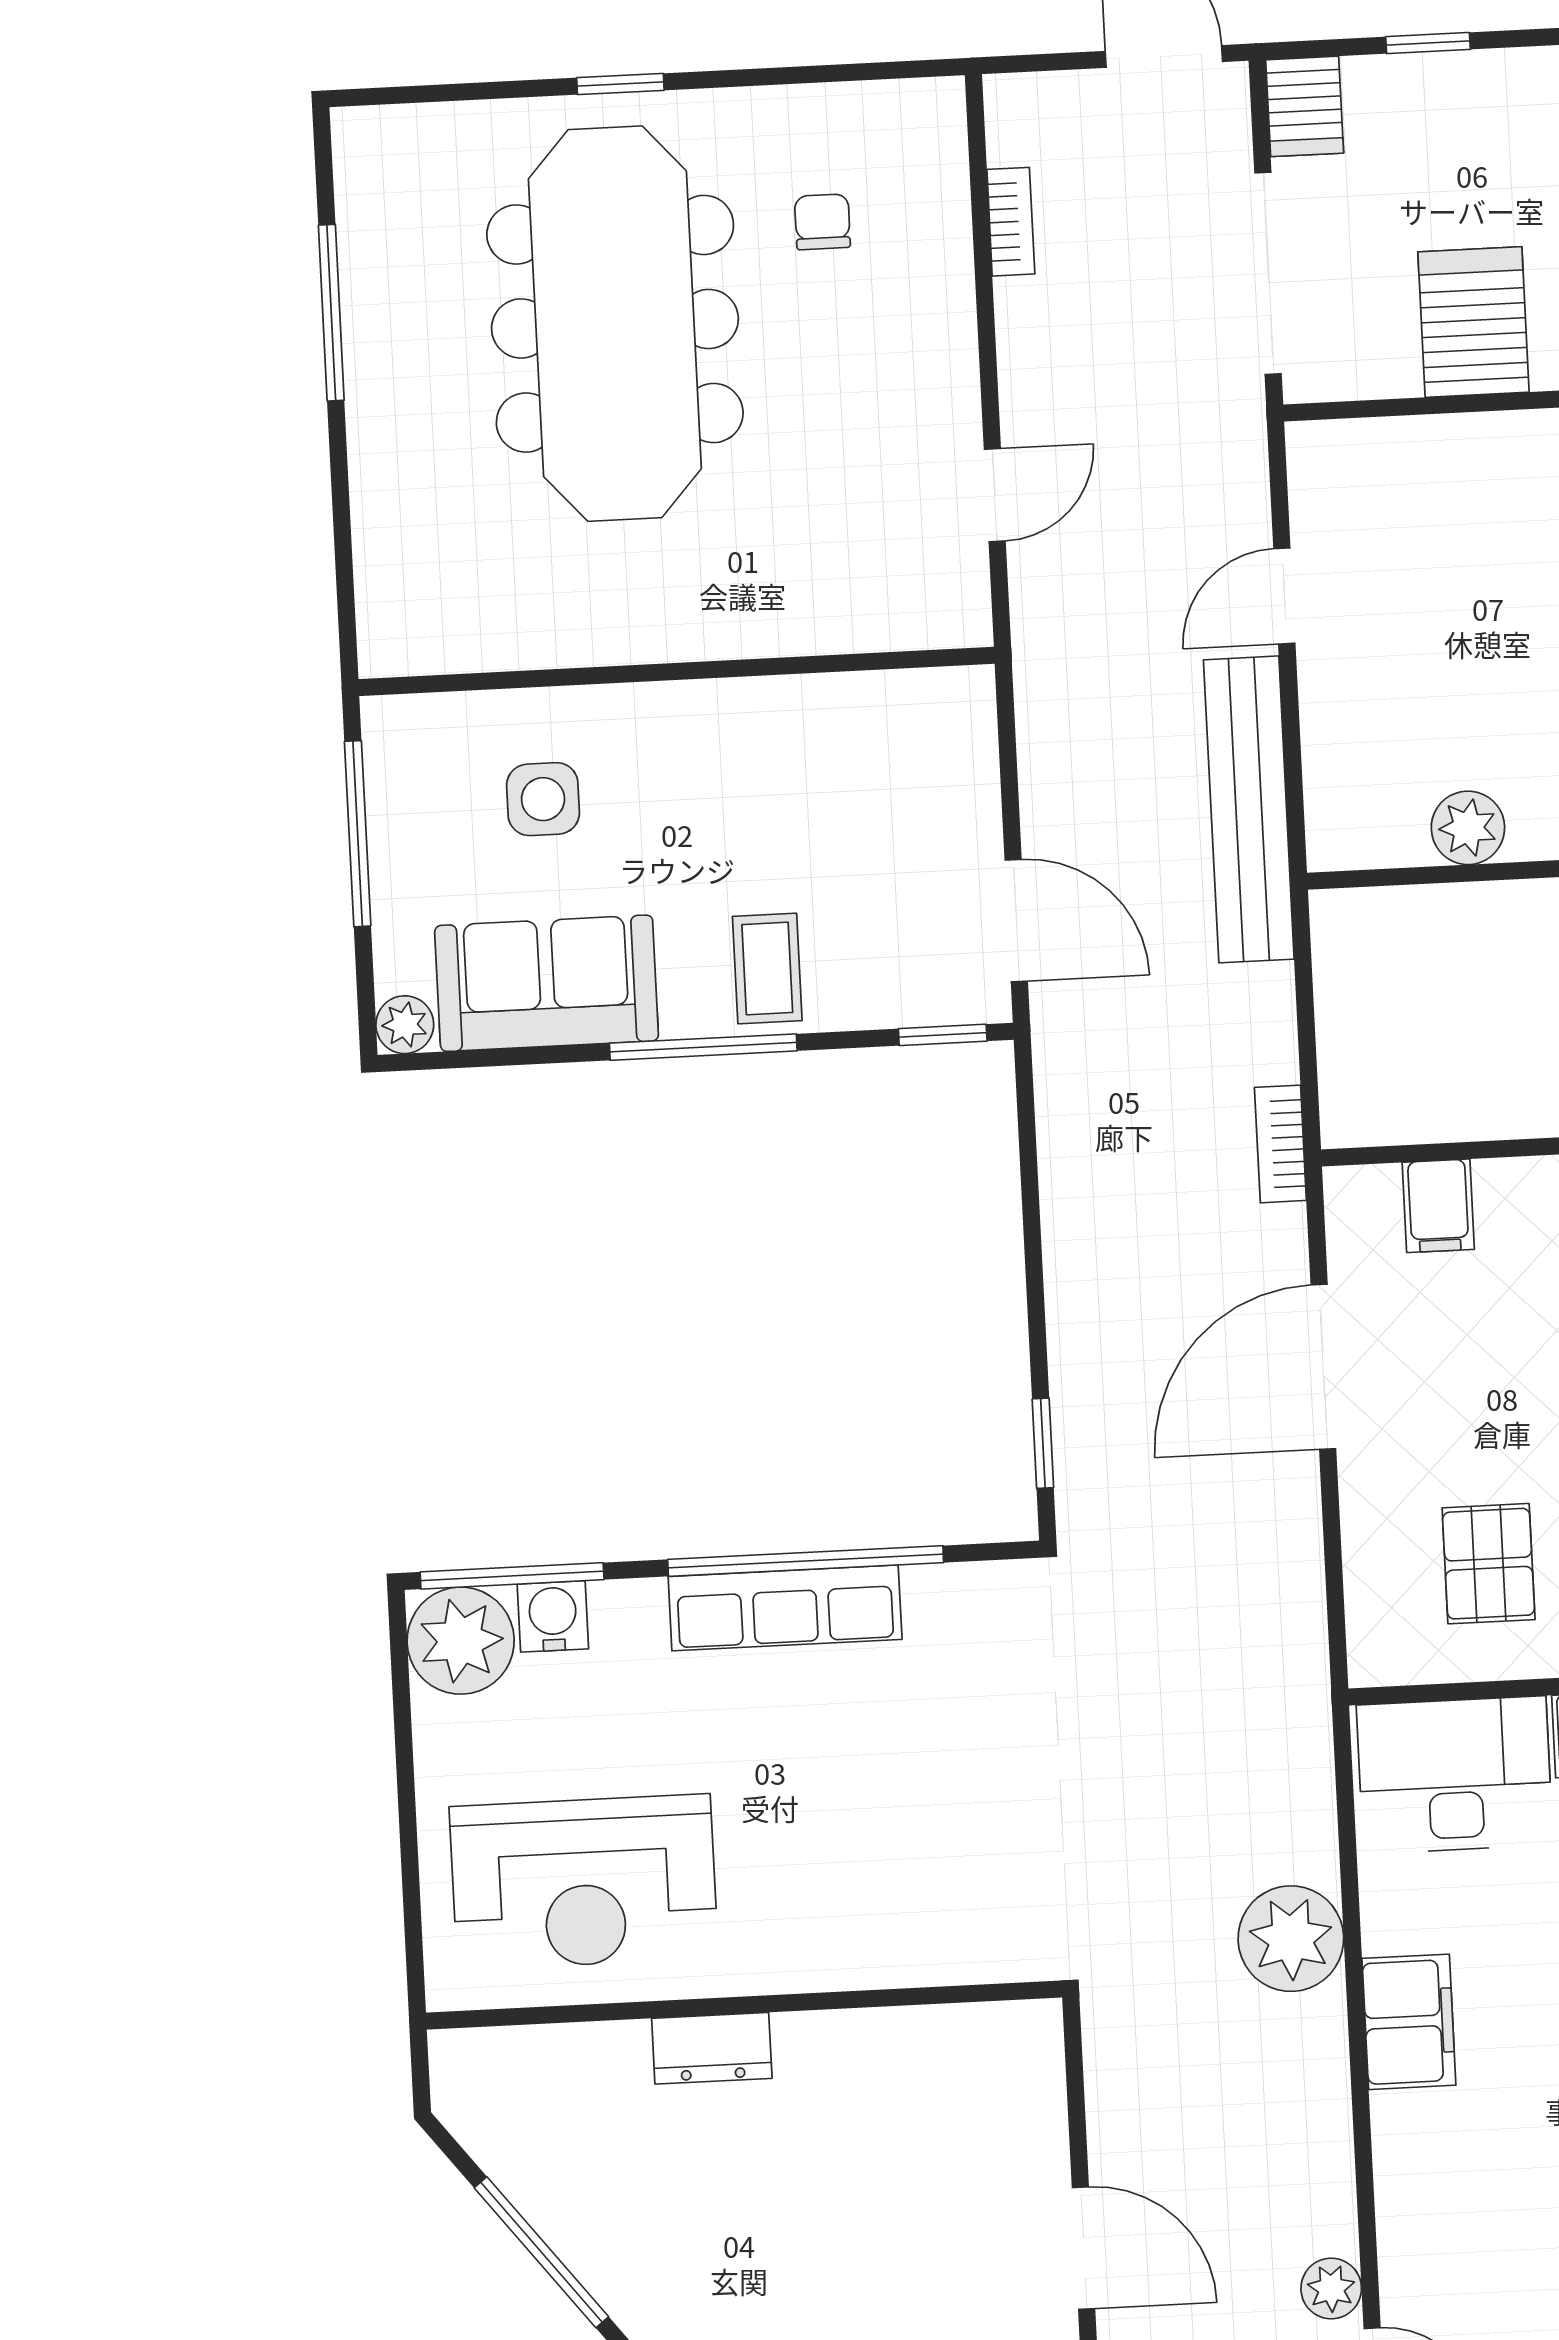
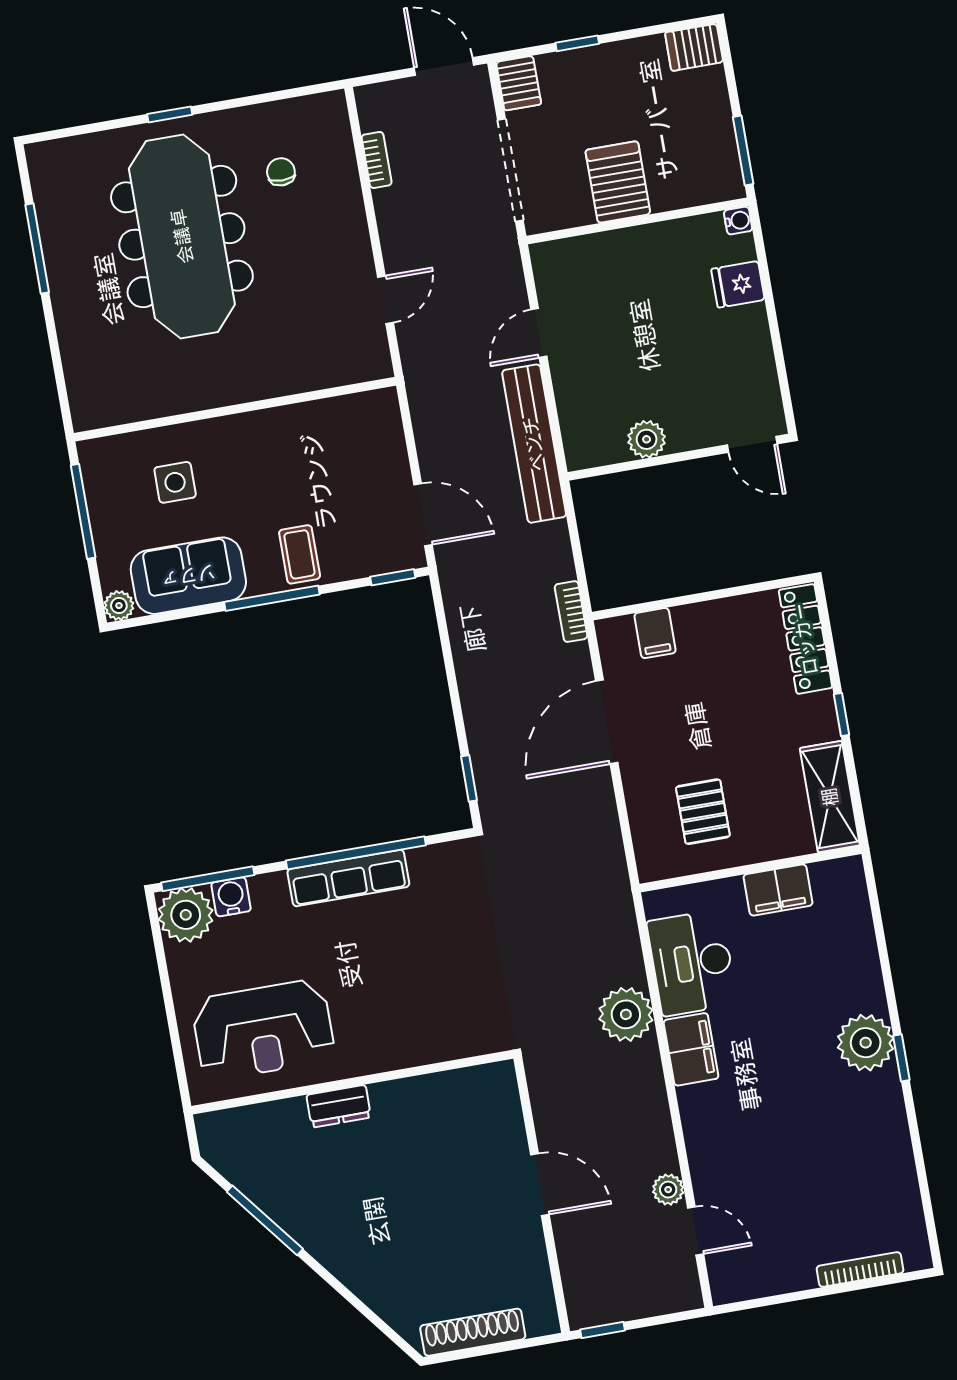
desk: (1455, 1775) -> (692, 963), moved, turned -90

